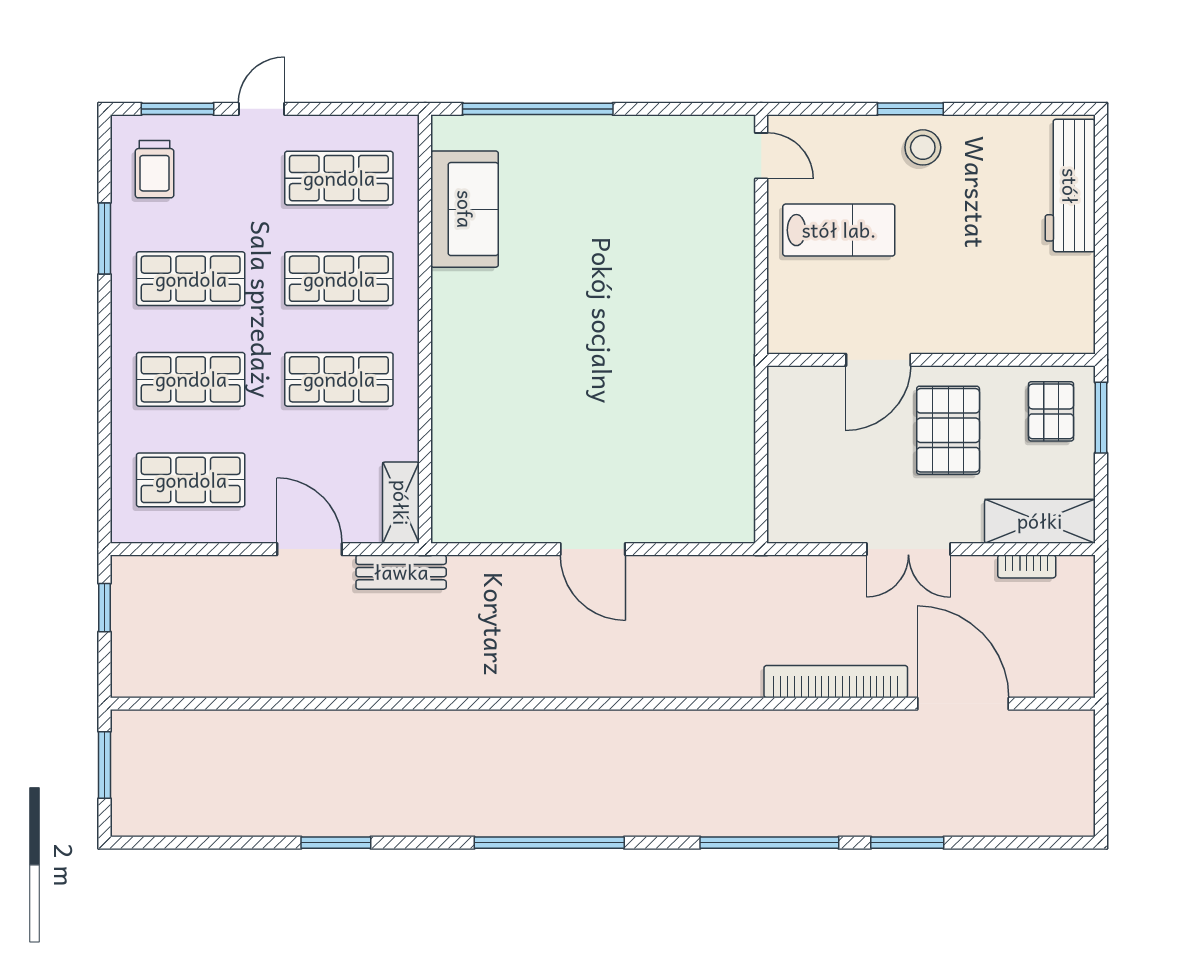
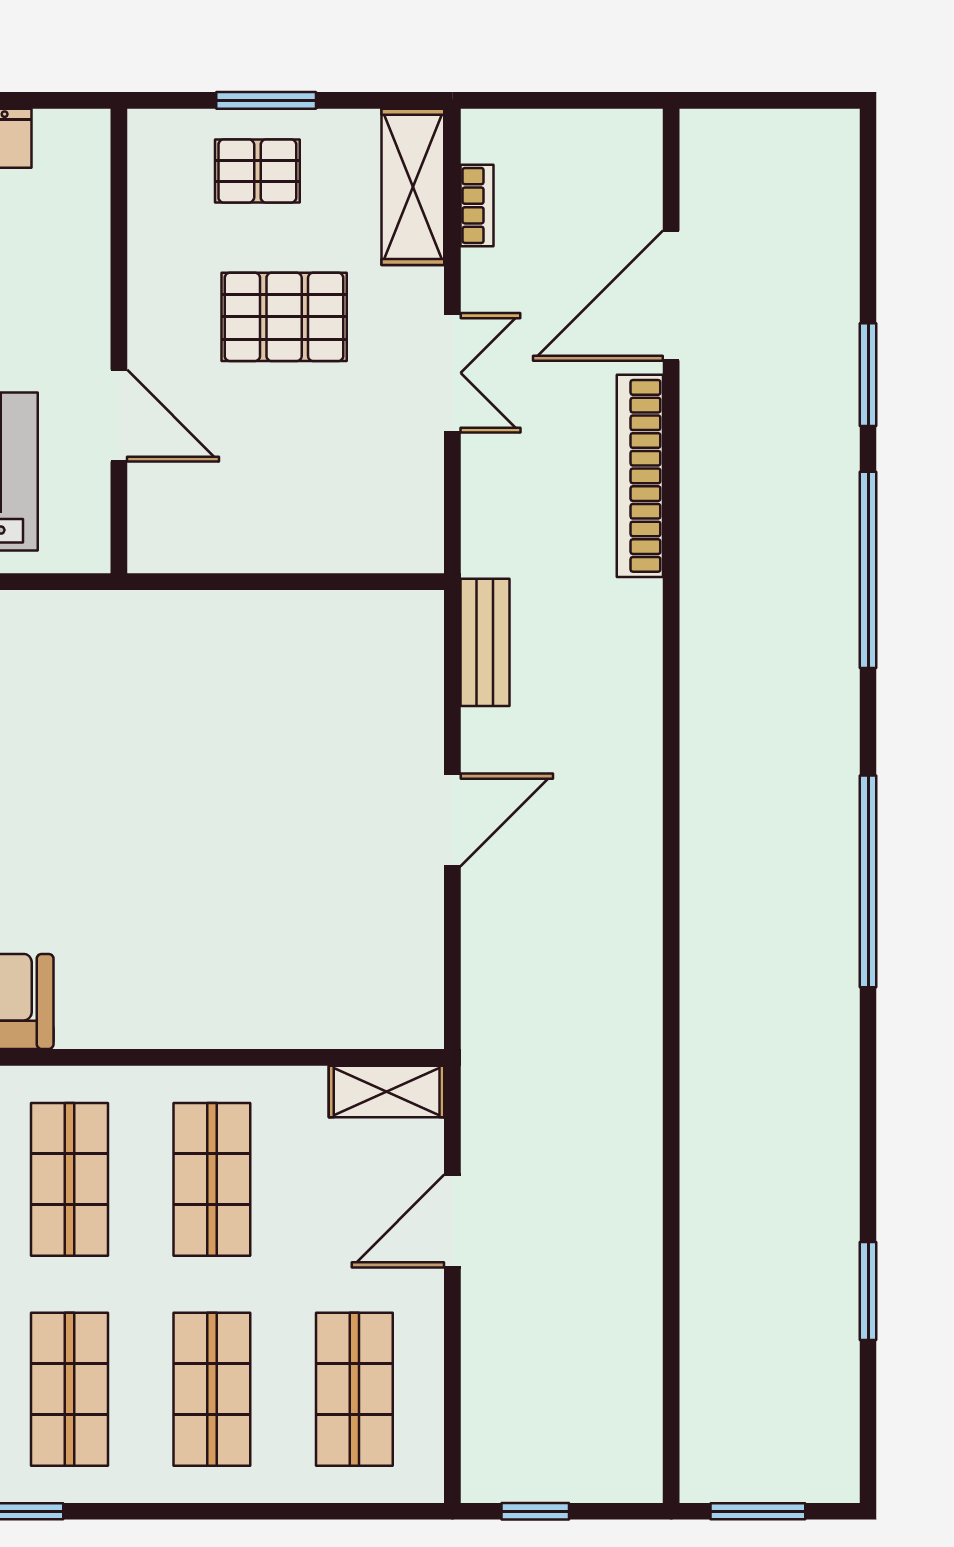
door: (878, 360) -> (119, 416), moved
wall: (931, 360) -> (119, 341), moved
bench: (401, 572) -> (485, 642), moved
window: (336, 843) -> (868, 1291), moved

